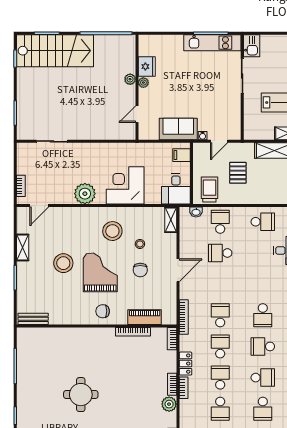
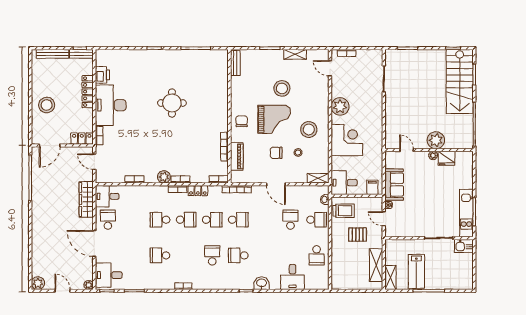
plant: (130, 79) -> (436, 140), width x1.88, depth x1.88
school desk: (263, 378) -> (186, 255), removed

